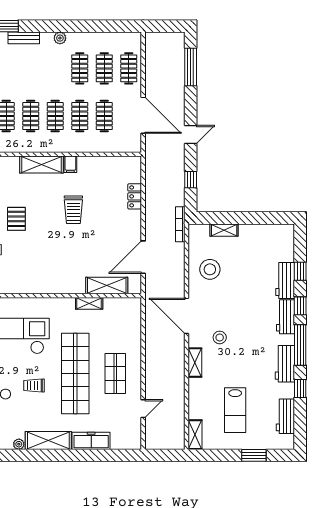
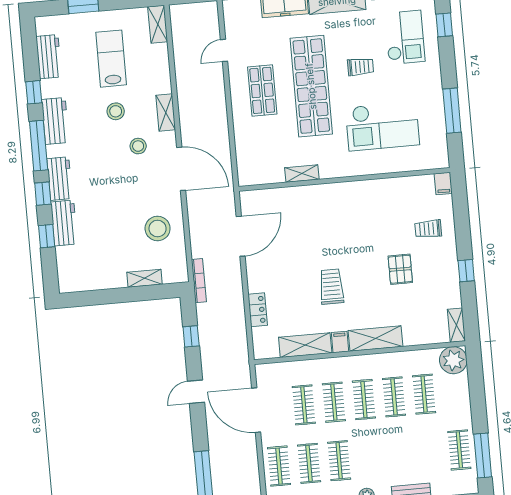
shelving: (107, 286) -> (305, 345), moved
stool: (235, 367) -> (116, 111), added

